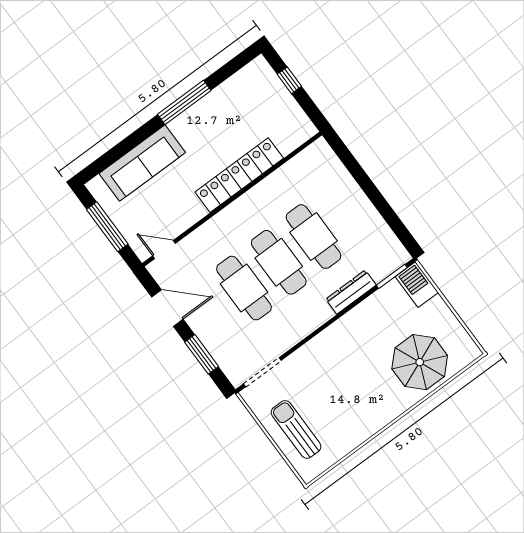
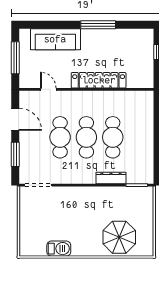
door: (164, 250) -> (48, 89), moved
barbecue: (417, 285) -> (59, 249), moved, turned 90
sun lounger: (296, 429) -> (34, 225), removed

